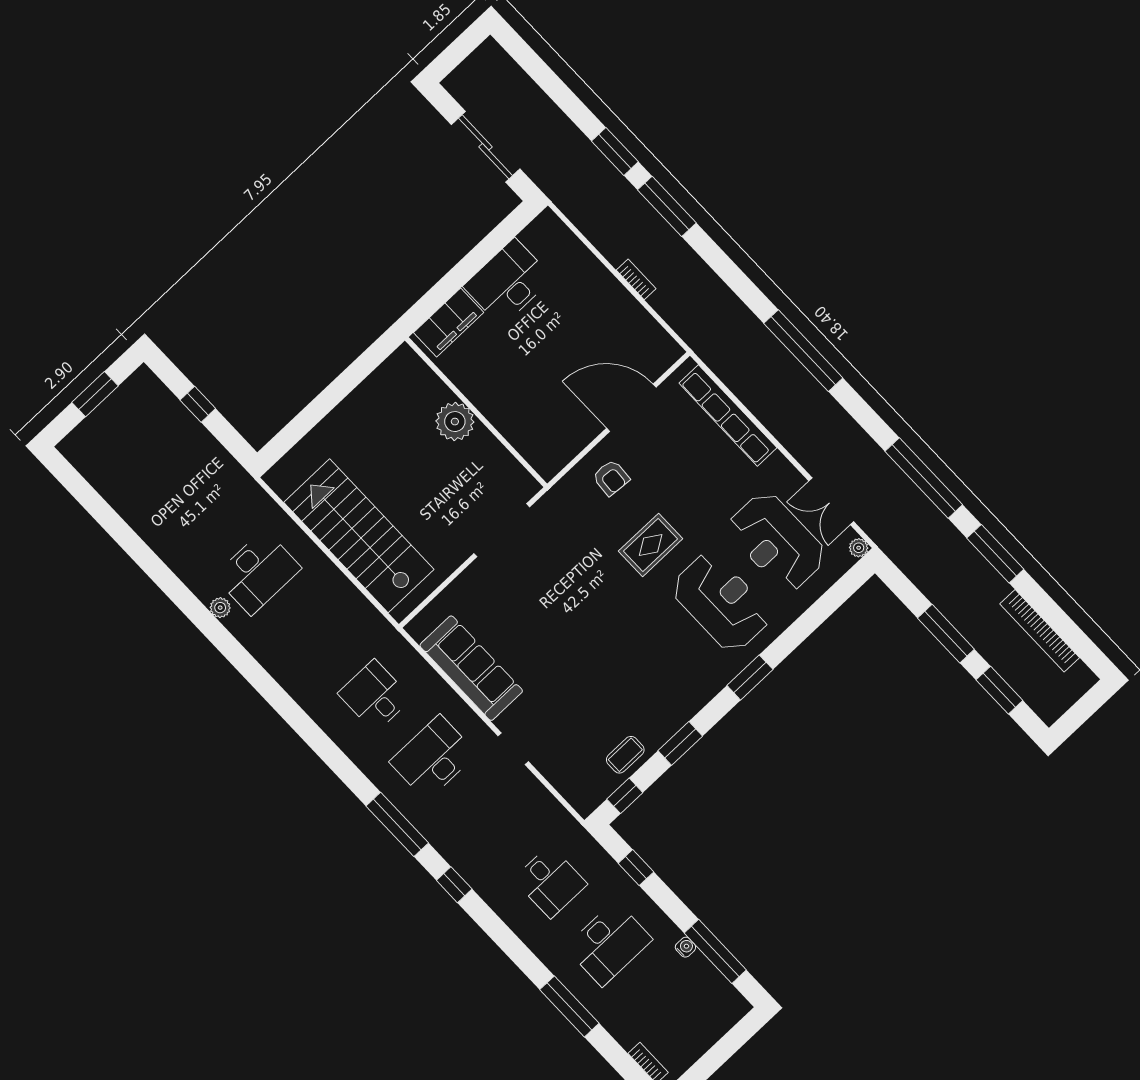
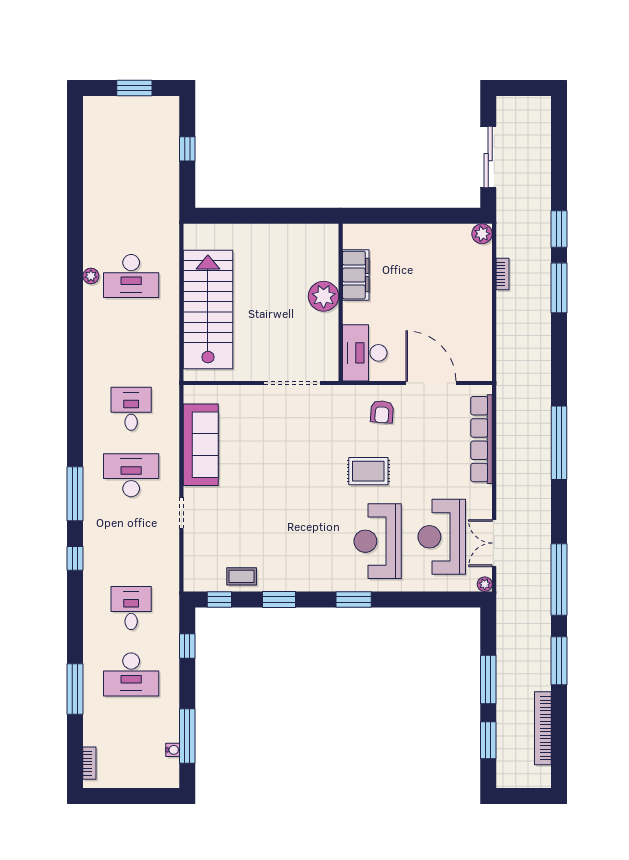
plant: (547, 224) -> (482, 234), added
bookcase: (636, 279) -> (502, 274), moved
desk: (508, 282) -> (365, 353), moved, turned -90
filing cabinet: (449, 322) -> (356, 275), moved, turned -90
reception desk: (721, 602) -> (378, 541), turned 180
desk: (550, 882) -> (131, 608), turned 180
water cooler: (685, 947) -> (173, 750), moved

